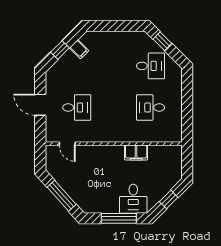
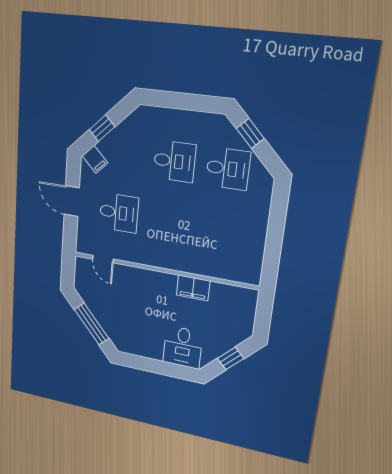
filing cabinet: (79, 49) -> (95, 159), moved
desk: (151, 108) -> (174, 161), moved, turned 180
window: (119, 218) -> (161, 368), removed

